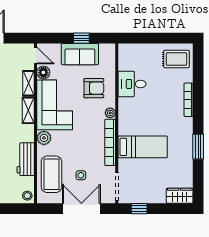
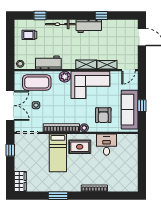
sofa: (80, 54) -> (130, 110), width x1.36
rug: (176, 59) -> (80, 147), moved, turned 90
floor lamp: (43, 72) -> (115, 76), removed

